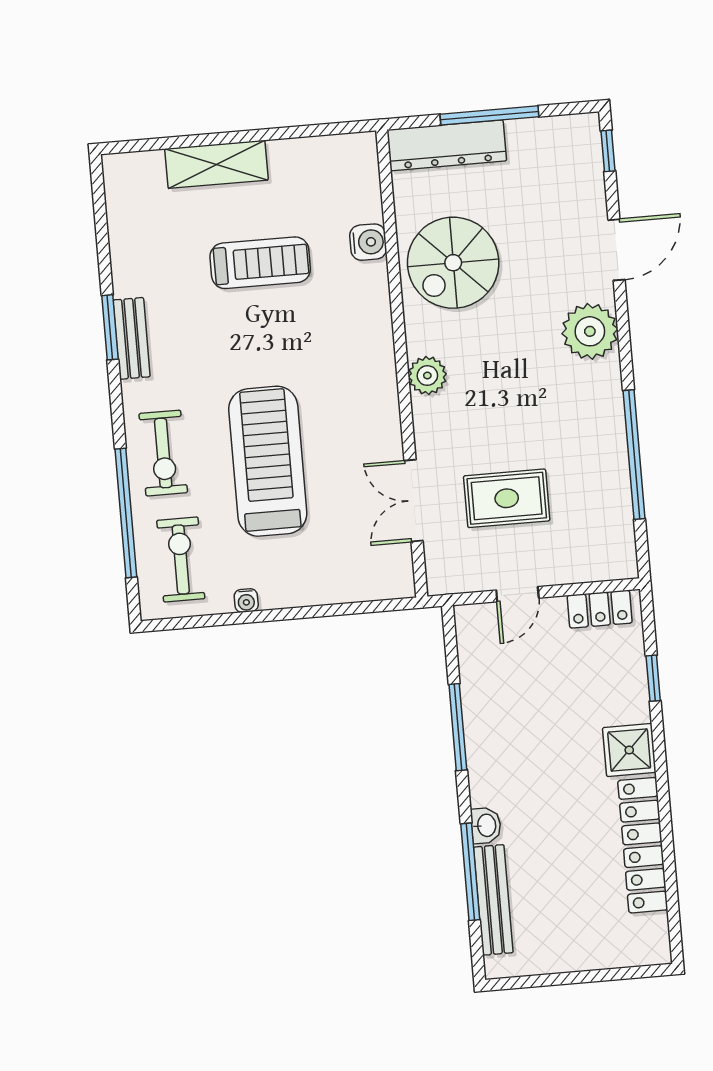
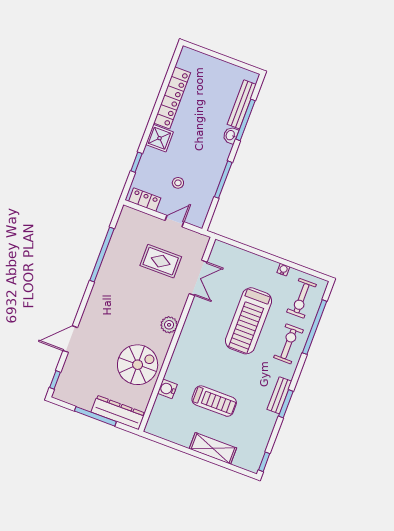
window: (98, 187) -> (264, 462), added
treadmill: (260, 263) -> (214, 401), turned 180
plant: (590, 331) -> (96, 312), removed
stool: (548, 676) -> (178, 183), added

